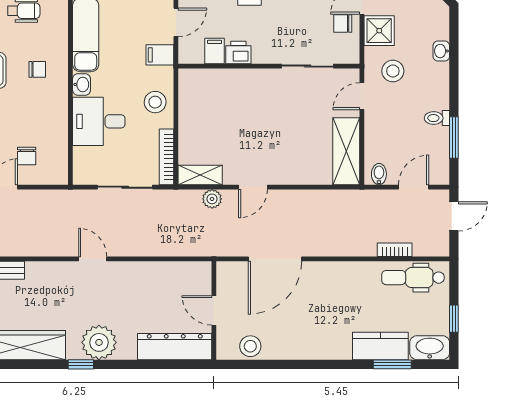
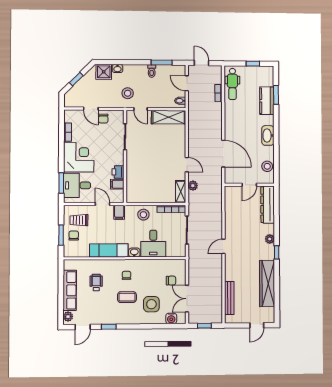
shower: (379, 31) -> (104, 72), moved
plant: (99, 342) -> (270, 239), width x0.53, depth x0.53
washbasin: (430, 348) -> (268, 135), moved

